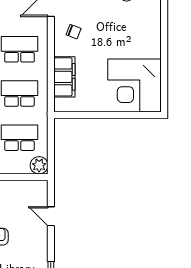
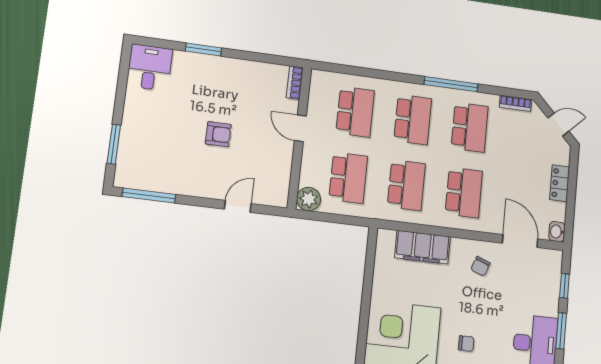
chair: (132, 37) -> (466, 344), added

